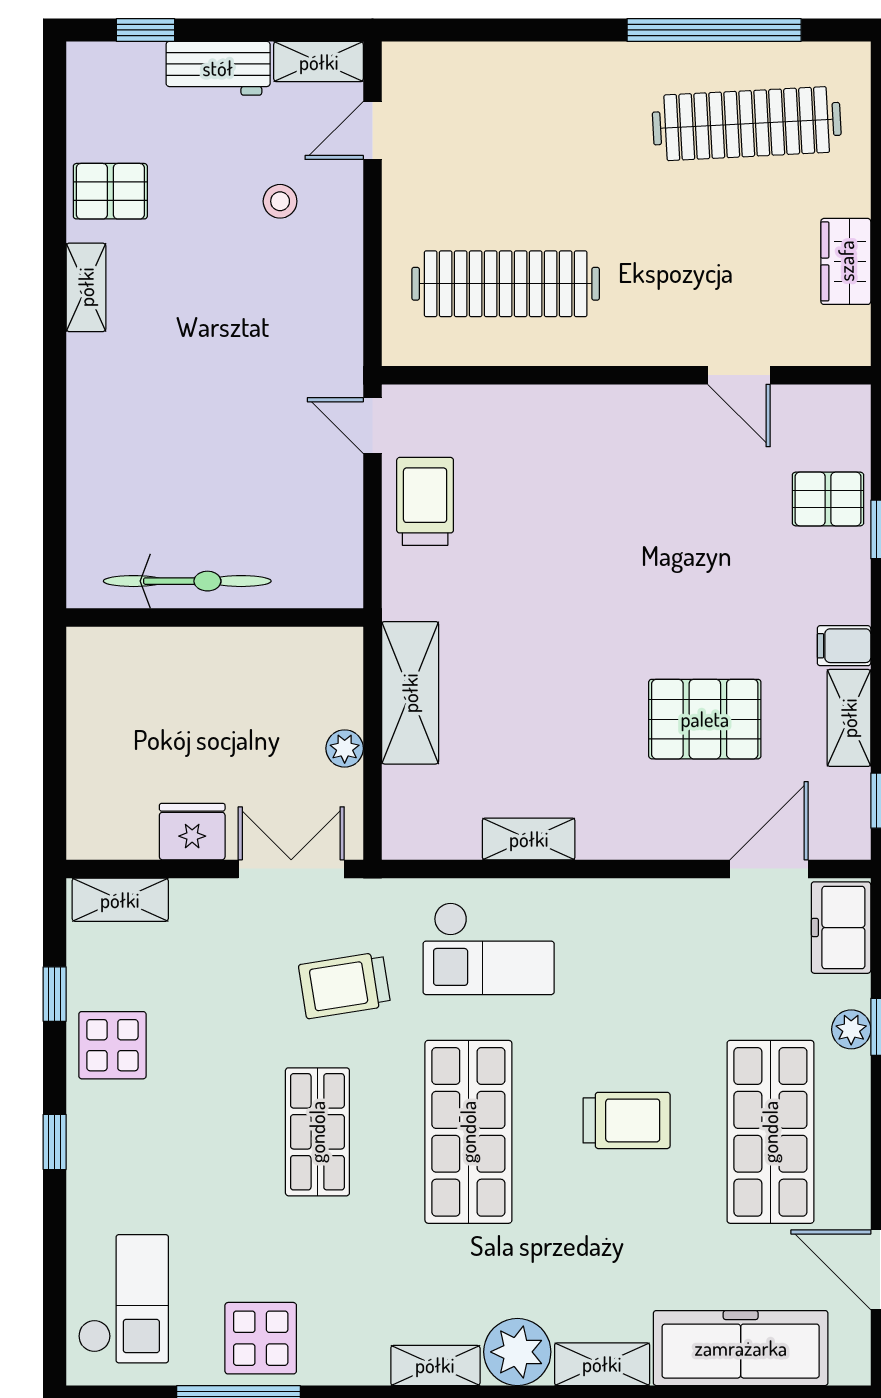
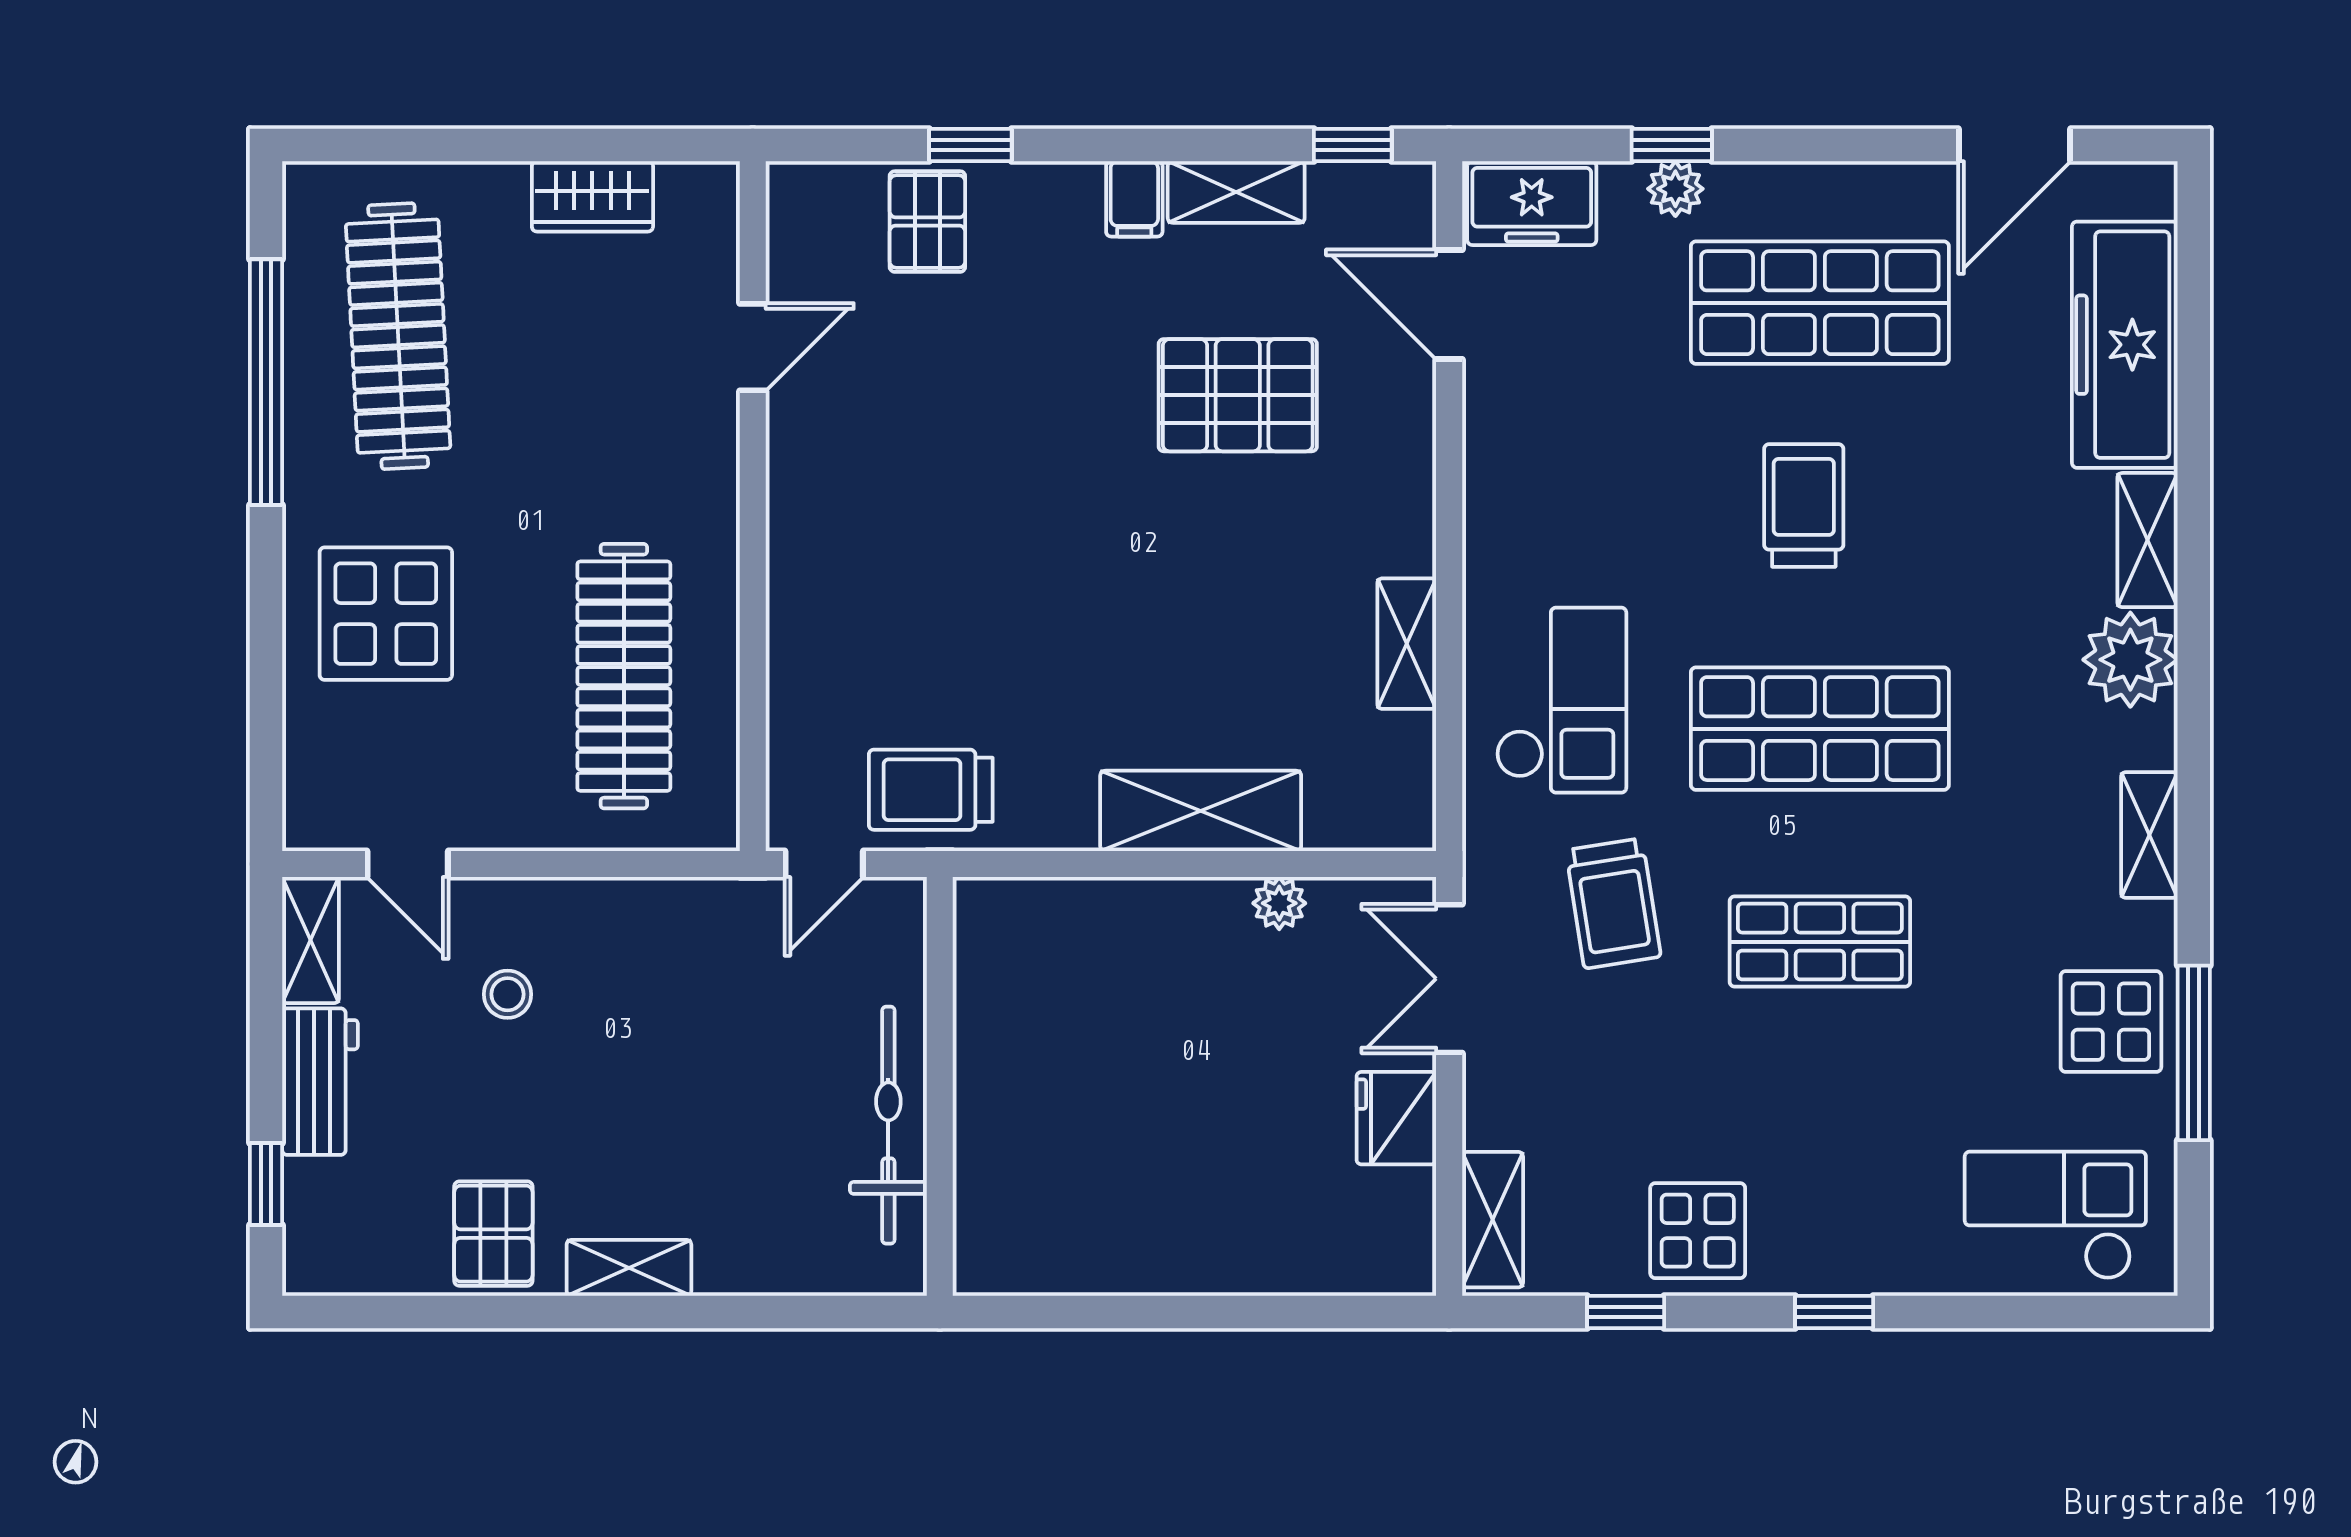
display table: (550, 115) -> (386, 614), added
bicycle: (187, 581) -> (888, 1125), moved
wall: (215, 617) -> (940, 1086), moved
pallet: (705, 719) -> (1238, 395), turned 90
shelving: (435, 1365) -> (2149, 835), moved

